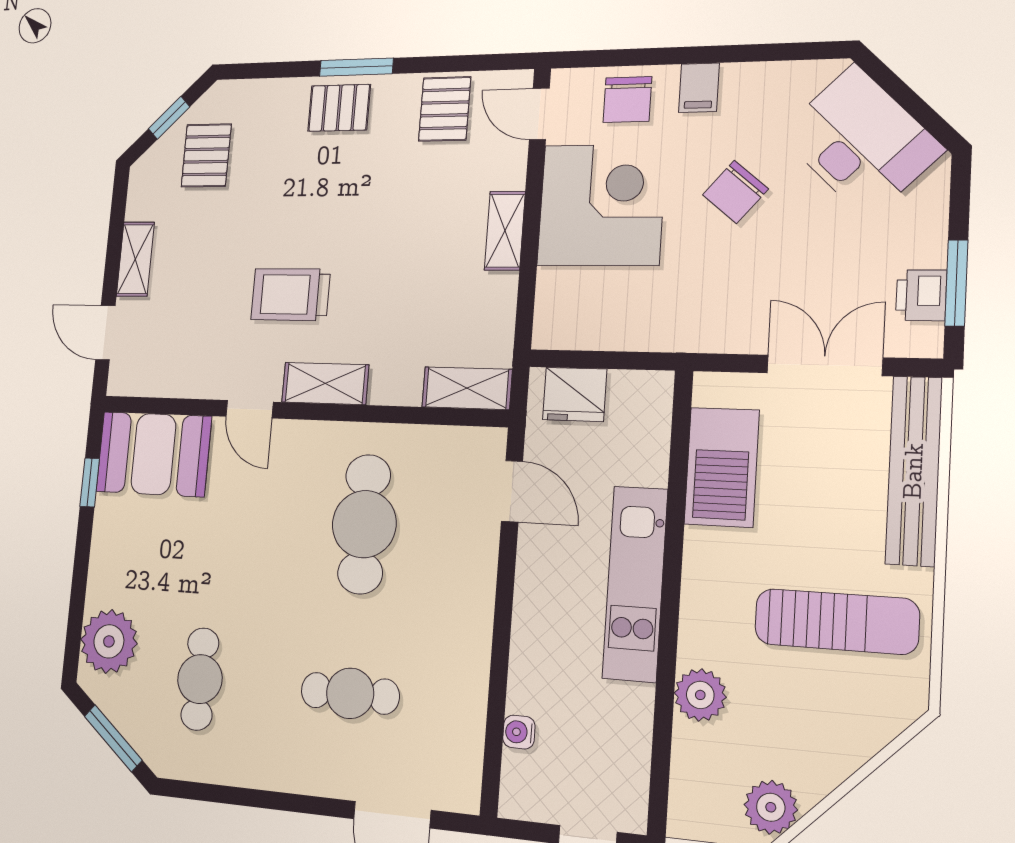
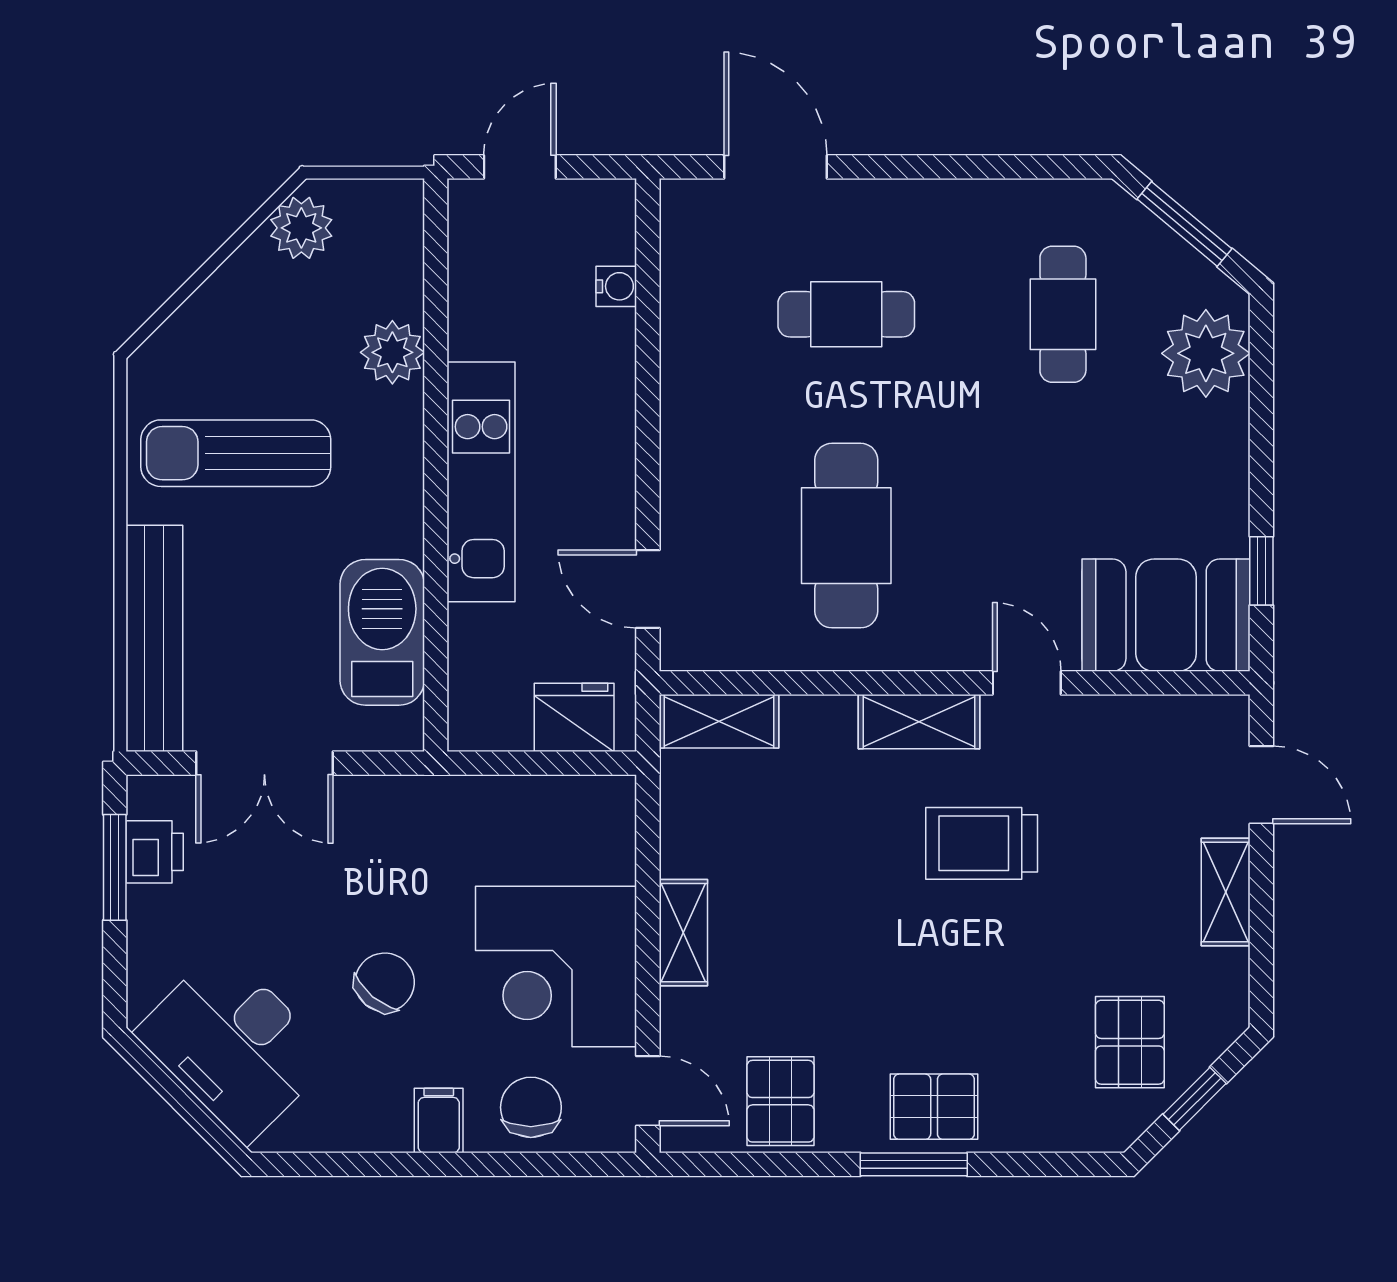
trolley: (290, 295) -> (982, 843), turned 180

